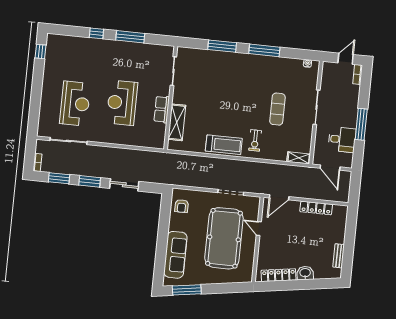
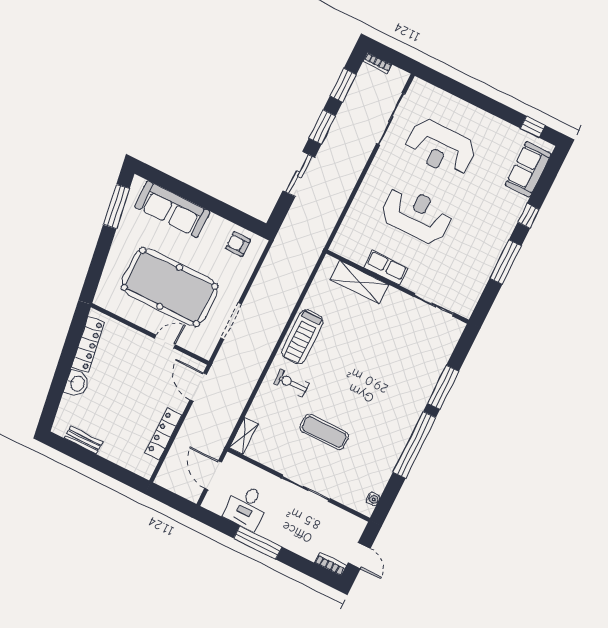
sofa: (68, 44) -> (528, 169), added
window: (264, 50) -> (414, 445), width x1.46
door: (330, 168) -> (213, 475), hinge flipped

